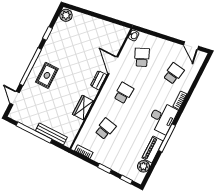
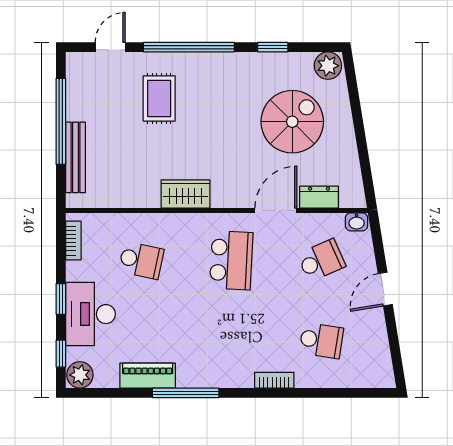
spiral stairs: (81, 41) -> (292, 122), added
door: (191, 46) -> (385, 289), moved
rug: (47, 75) -> (159, 98), moved, turned 90
dresser: (99, 80) -> (319, 197), moved
school desk: (124, 93) -> (231, 260), width x1.85
wardrobe: (83, 108) -> (186, 194), moved
desk: (162, 118) -> (90, 314), moved, turned 90
plant: (143, 166) -> (80, 375), moved

